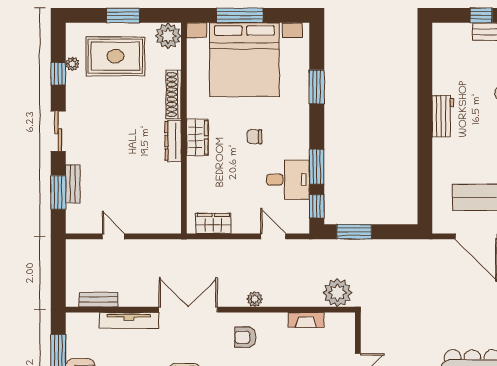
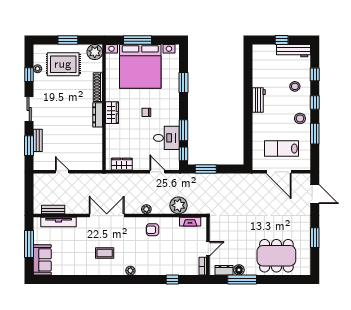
plant: (338, 293) -> (179, 205), moved
tv unit: (129, 320) -> (59, 222), moved
fireplace: (306, 320) -> (190, 222), moved
armchair: (245, 337) -> (153, 230), moved

